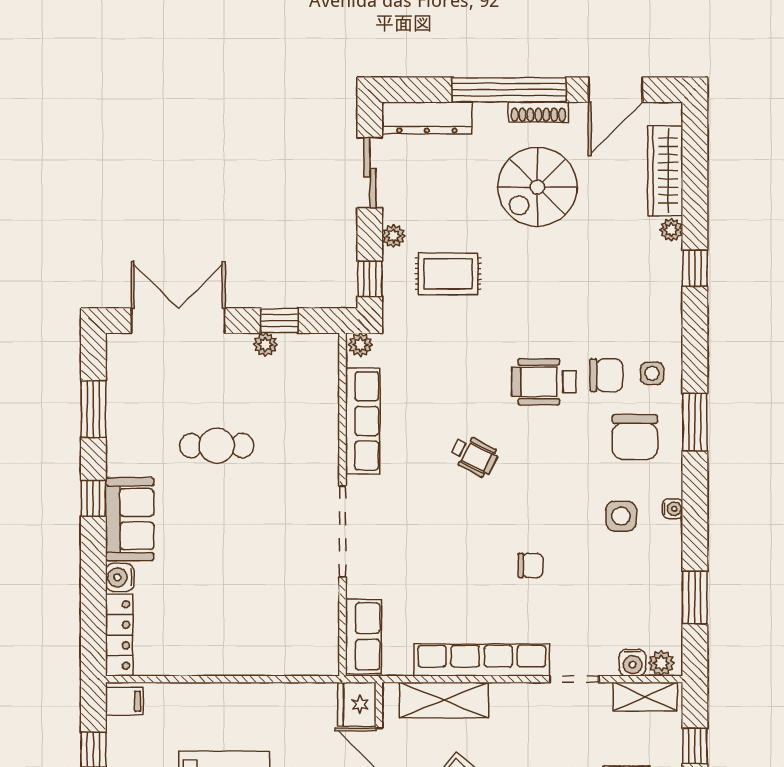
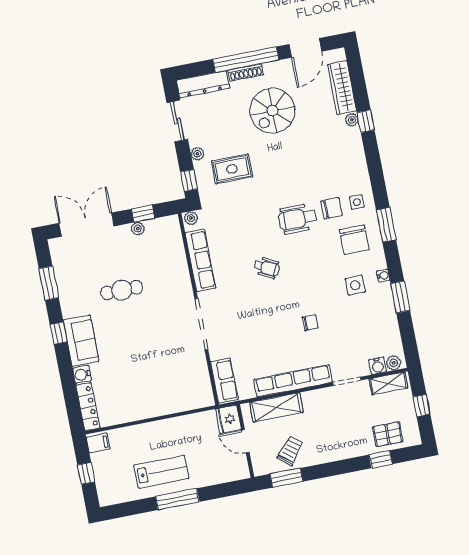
shoe rack: (538, 112) -> (246, 73), moved
window: (695, 268) -> (366, 121), moved
window: (695, 598) -> (400, 297), moved

